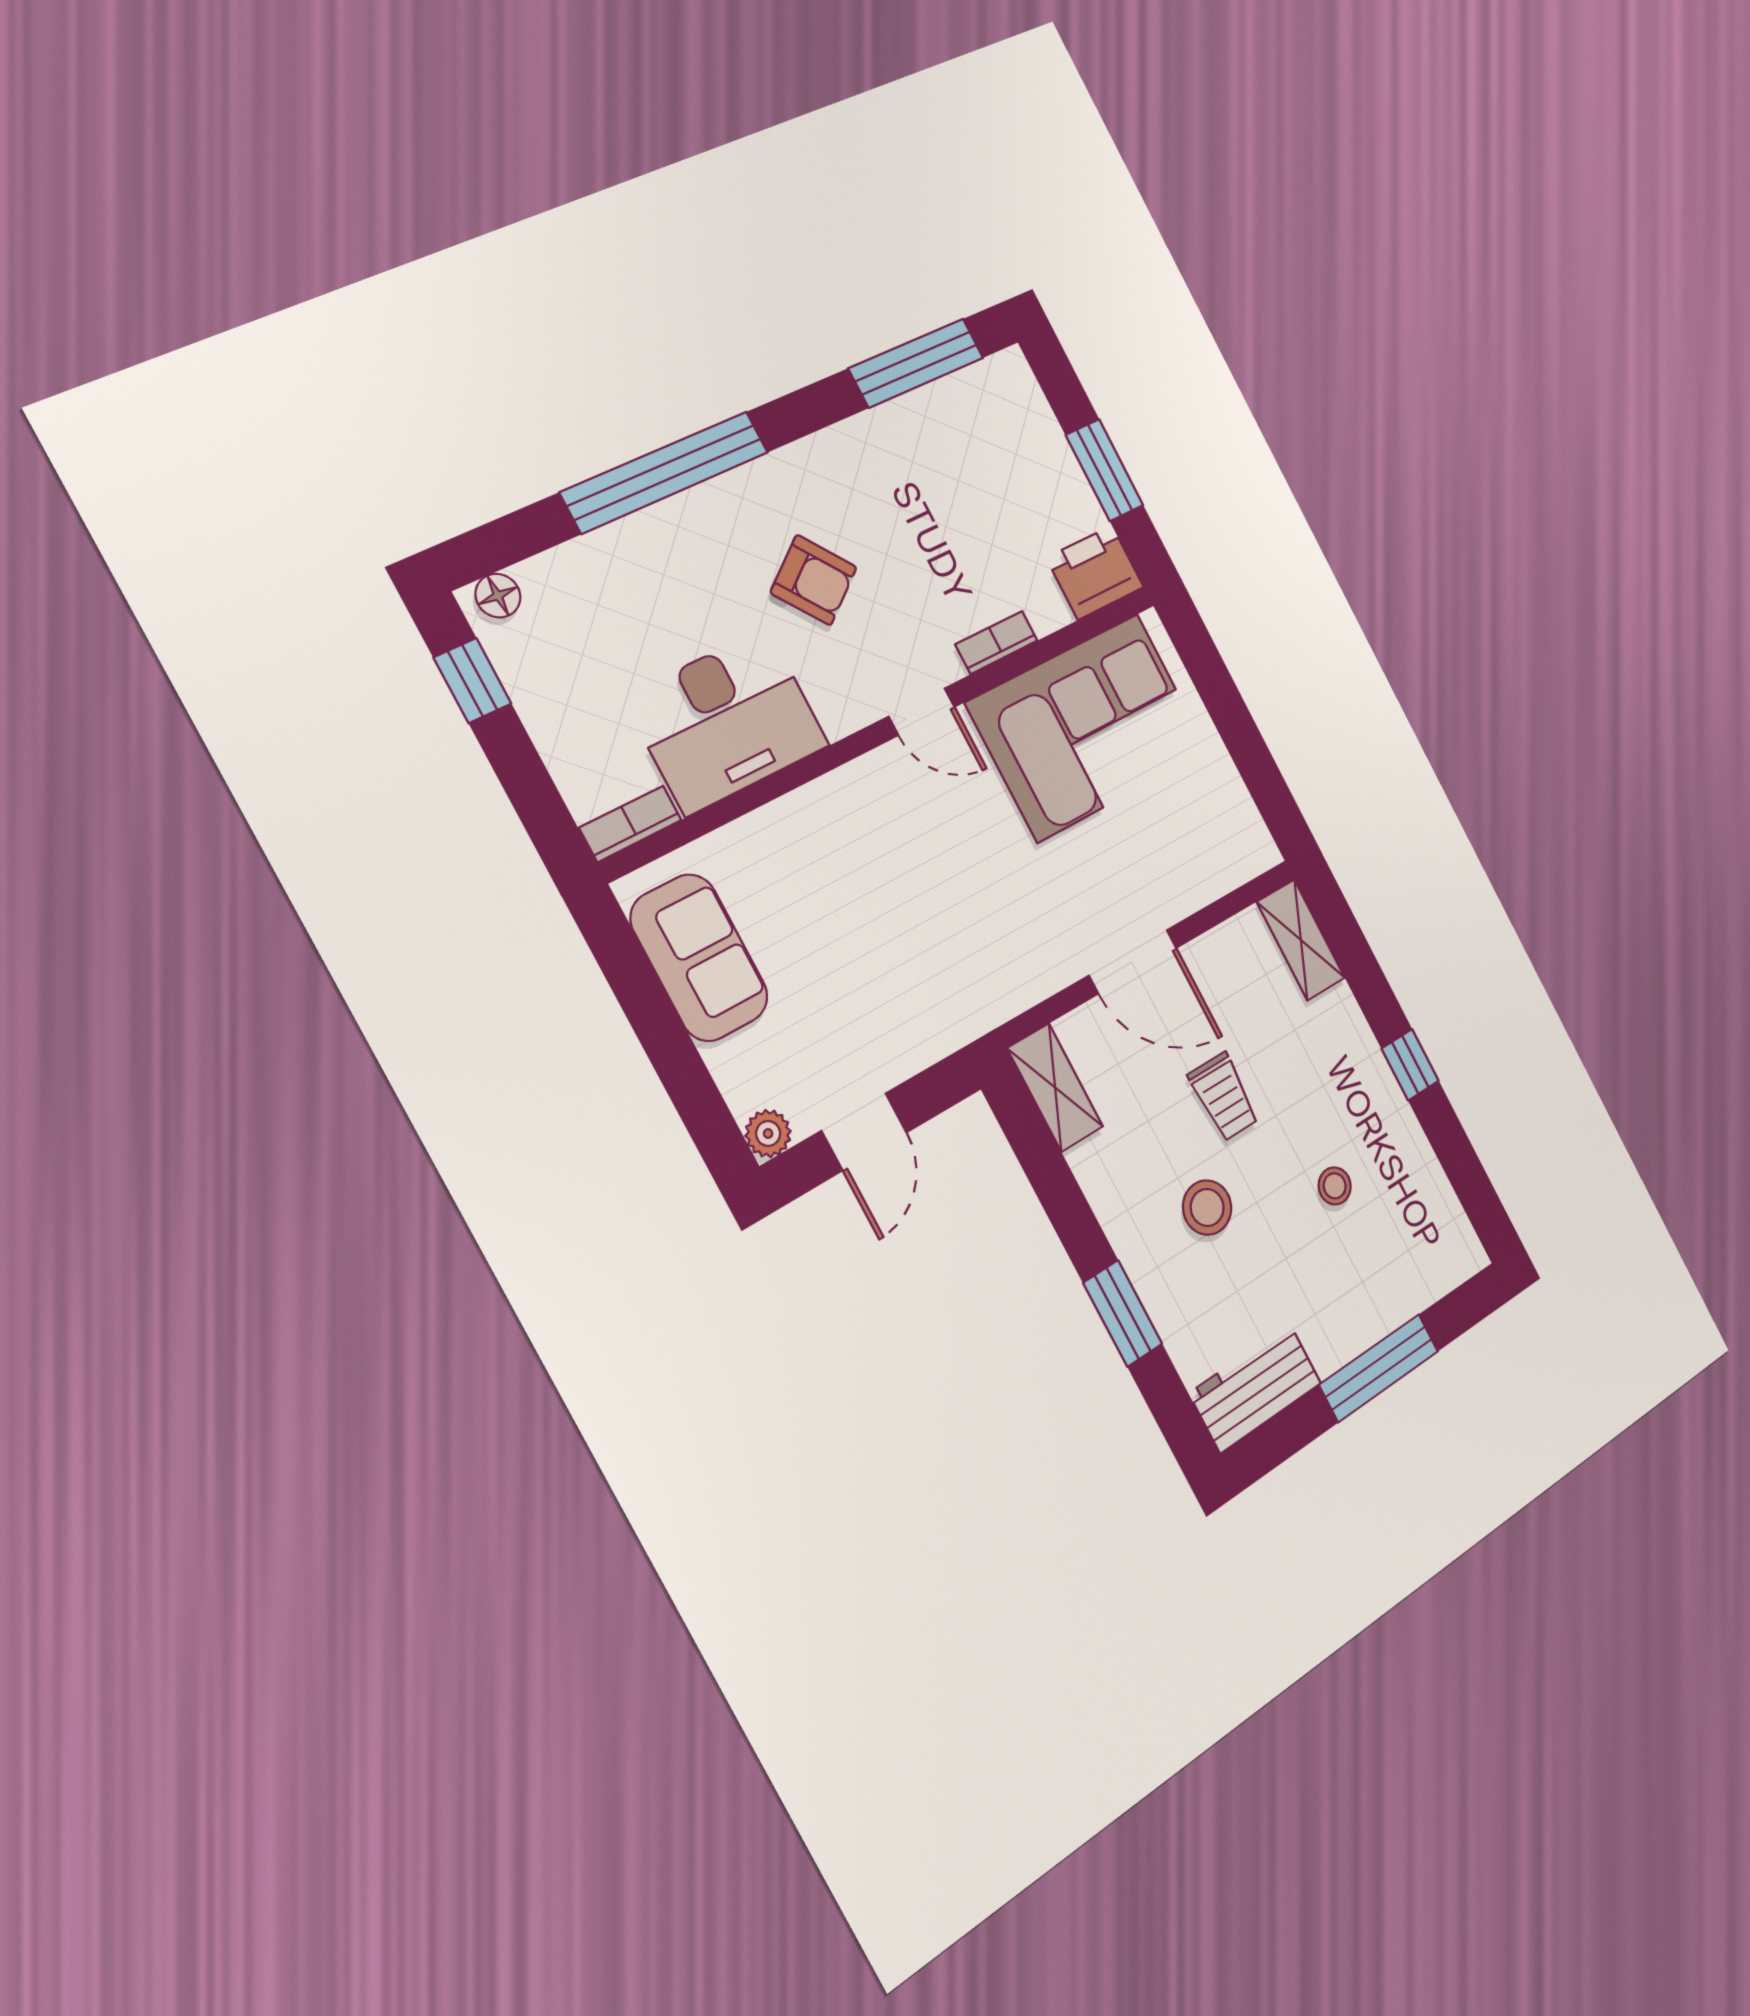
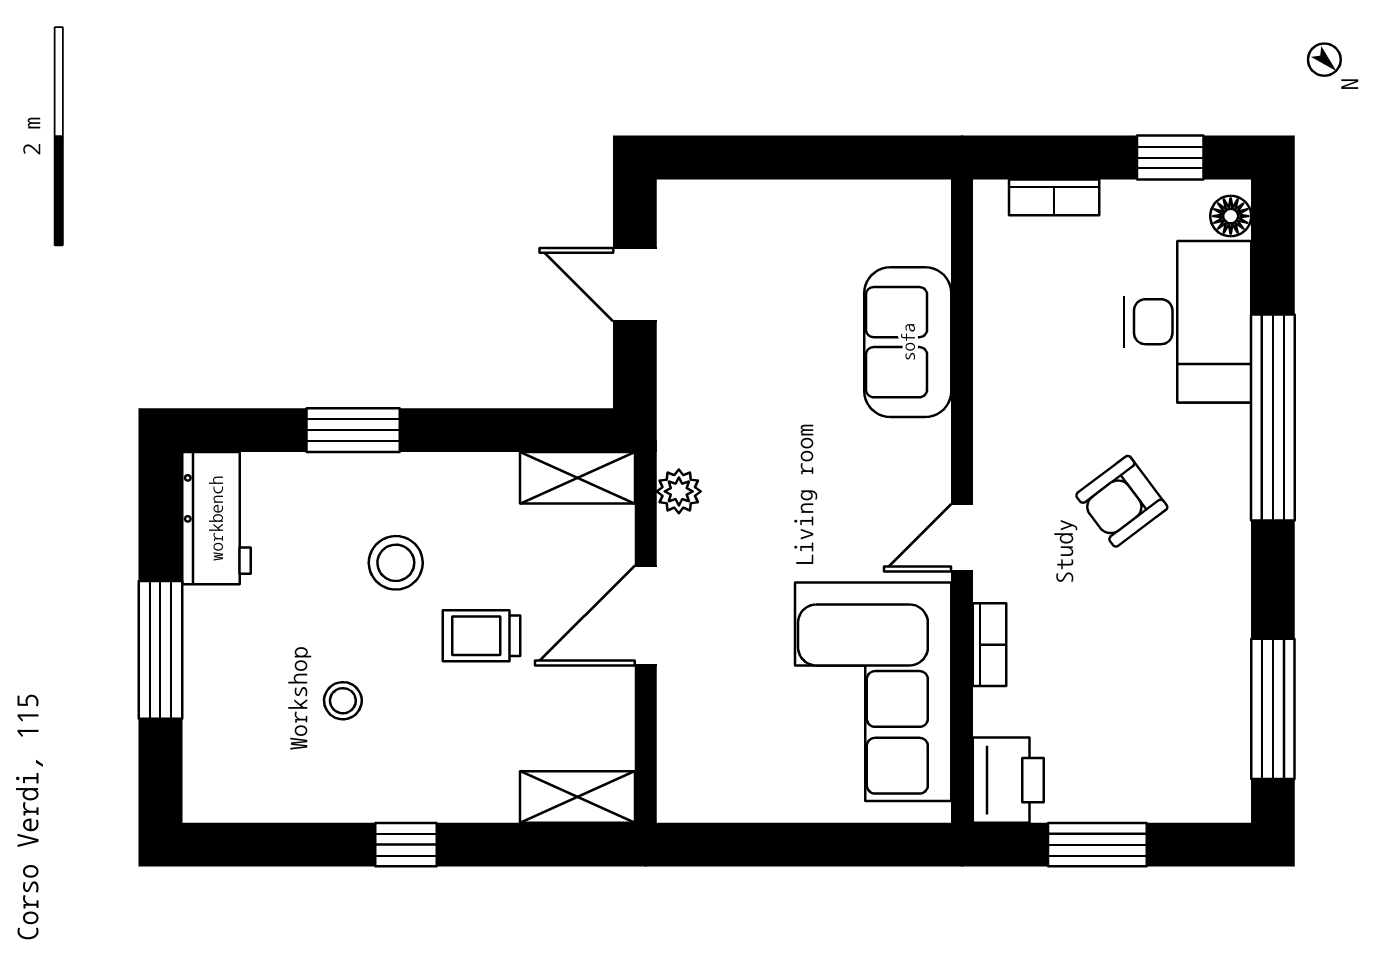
desk: (727, 721) -> (1188, 322), moved, turned 180
bookcase: (630, 824) -> (1054, 197), moved, turned 90
sofa: (699, 958) -> (908, 342), moved, turned 90
plant: (768, 1133) -> (679, 491), moved

